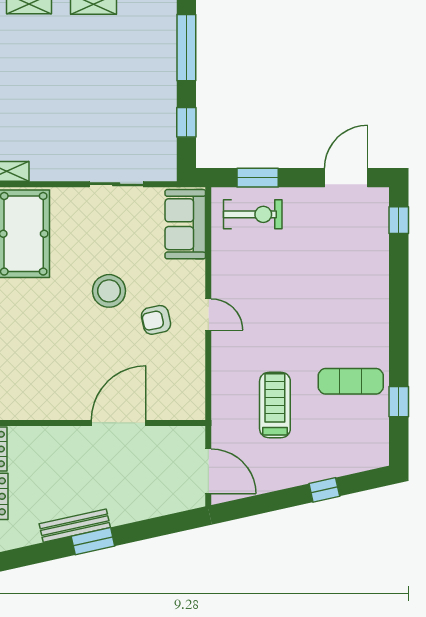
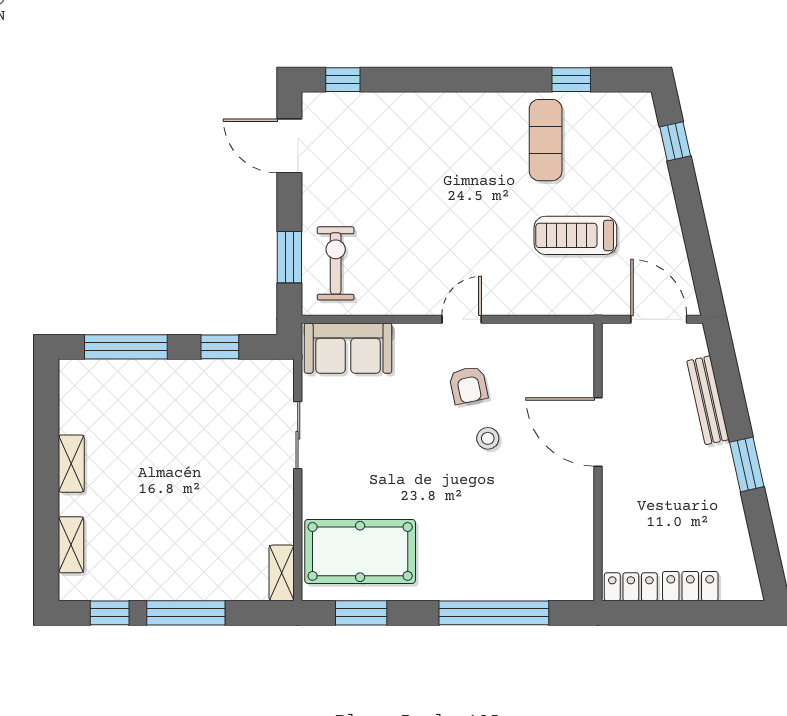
stool: (109, 291) -> (488, 438), moved, width x0.53, depth x0.53
door: (208, 471) -> (659, 319), hinge flipped
window: (324, 490) -> (675, 141), moved
bench: (75, 526) -> (708, 400), moved

